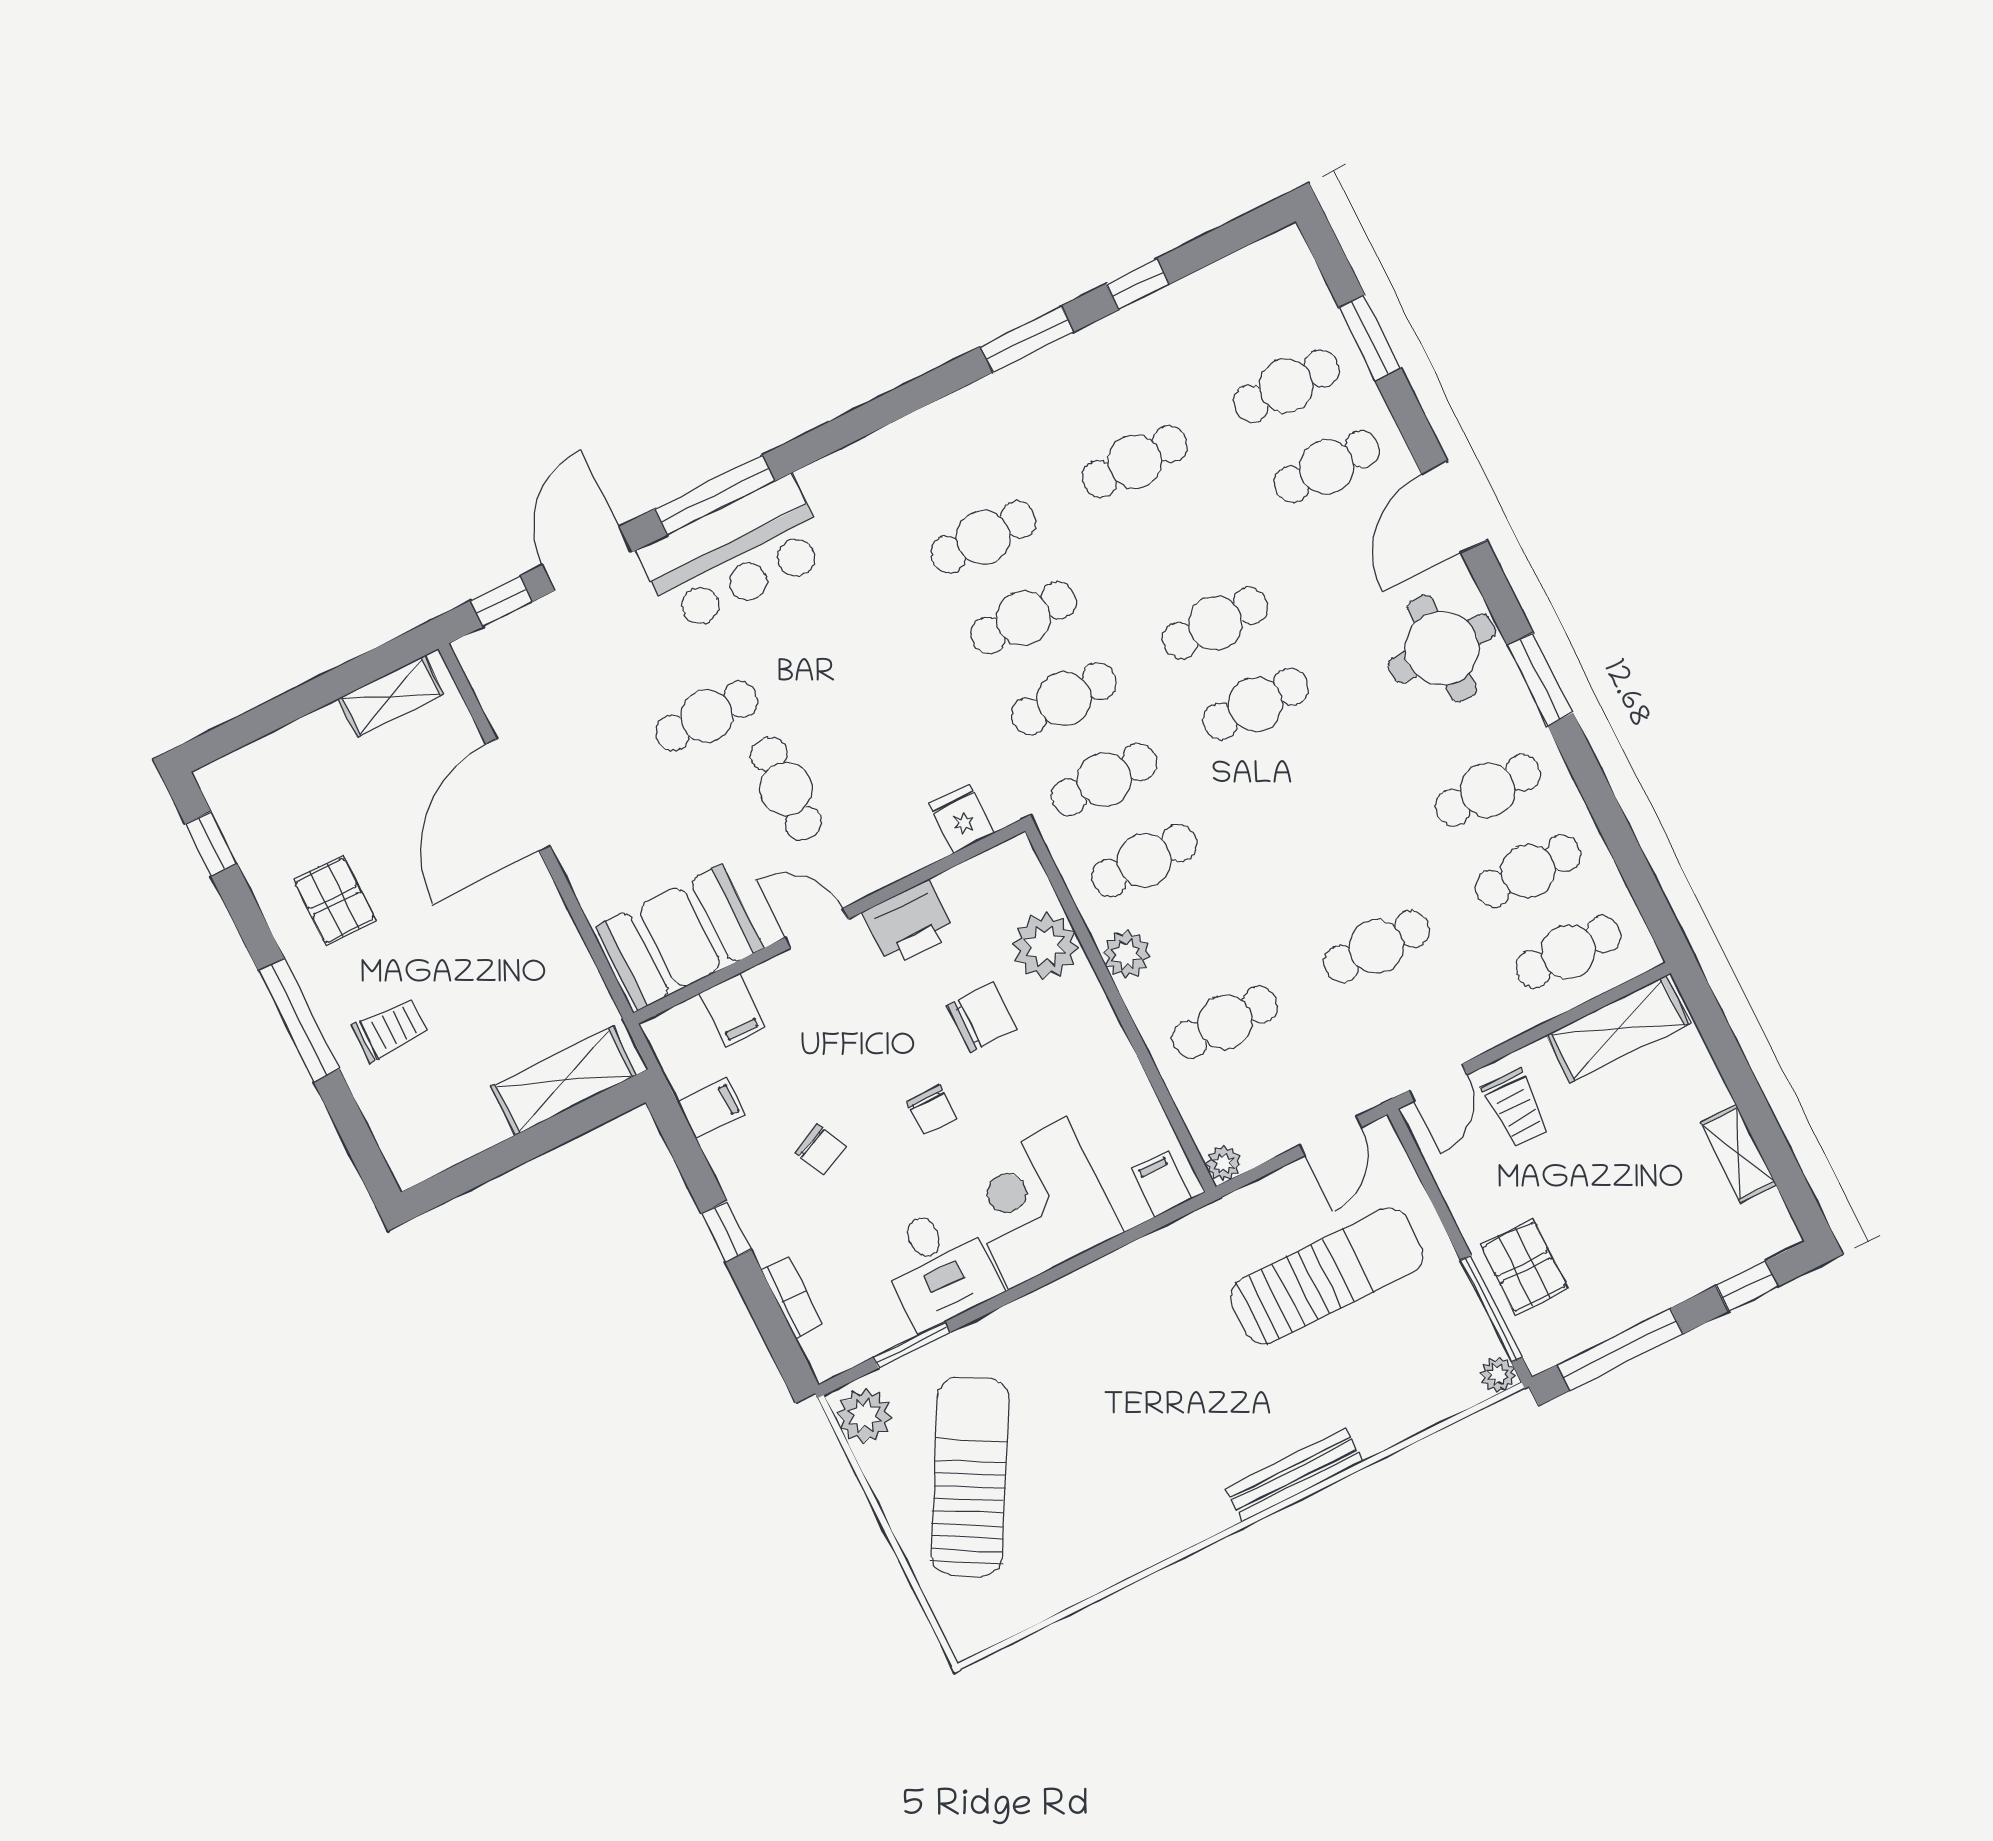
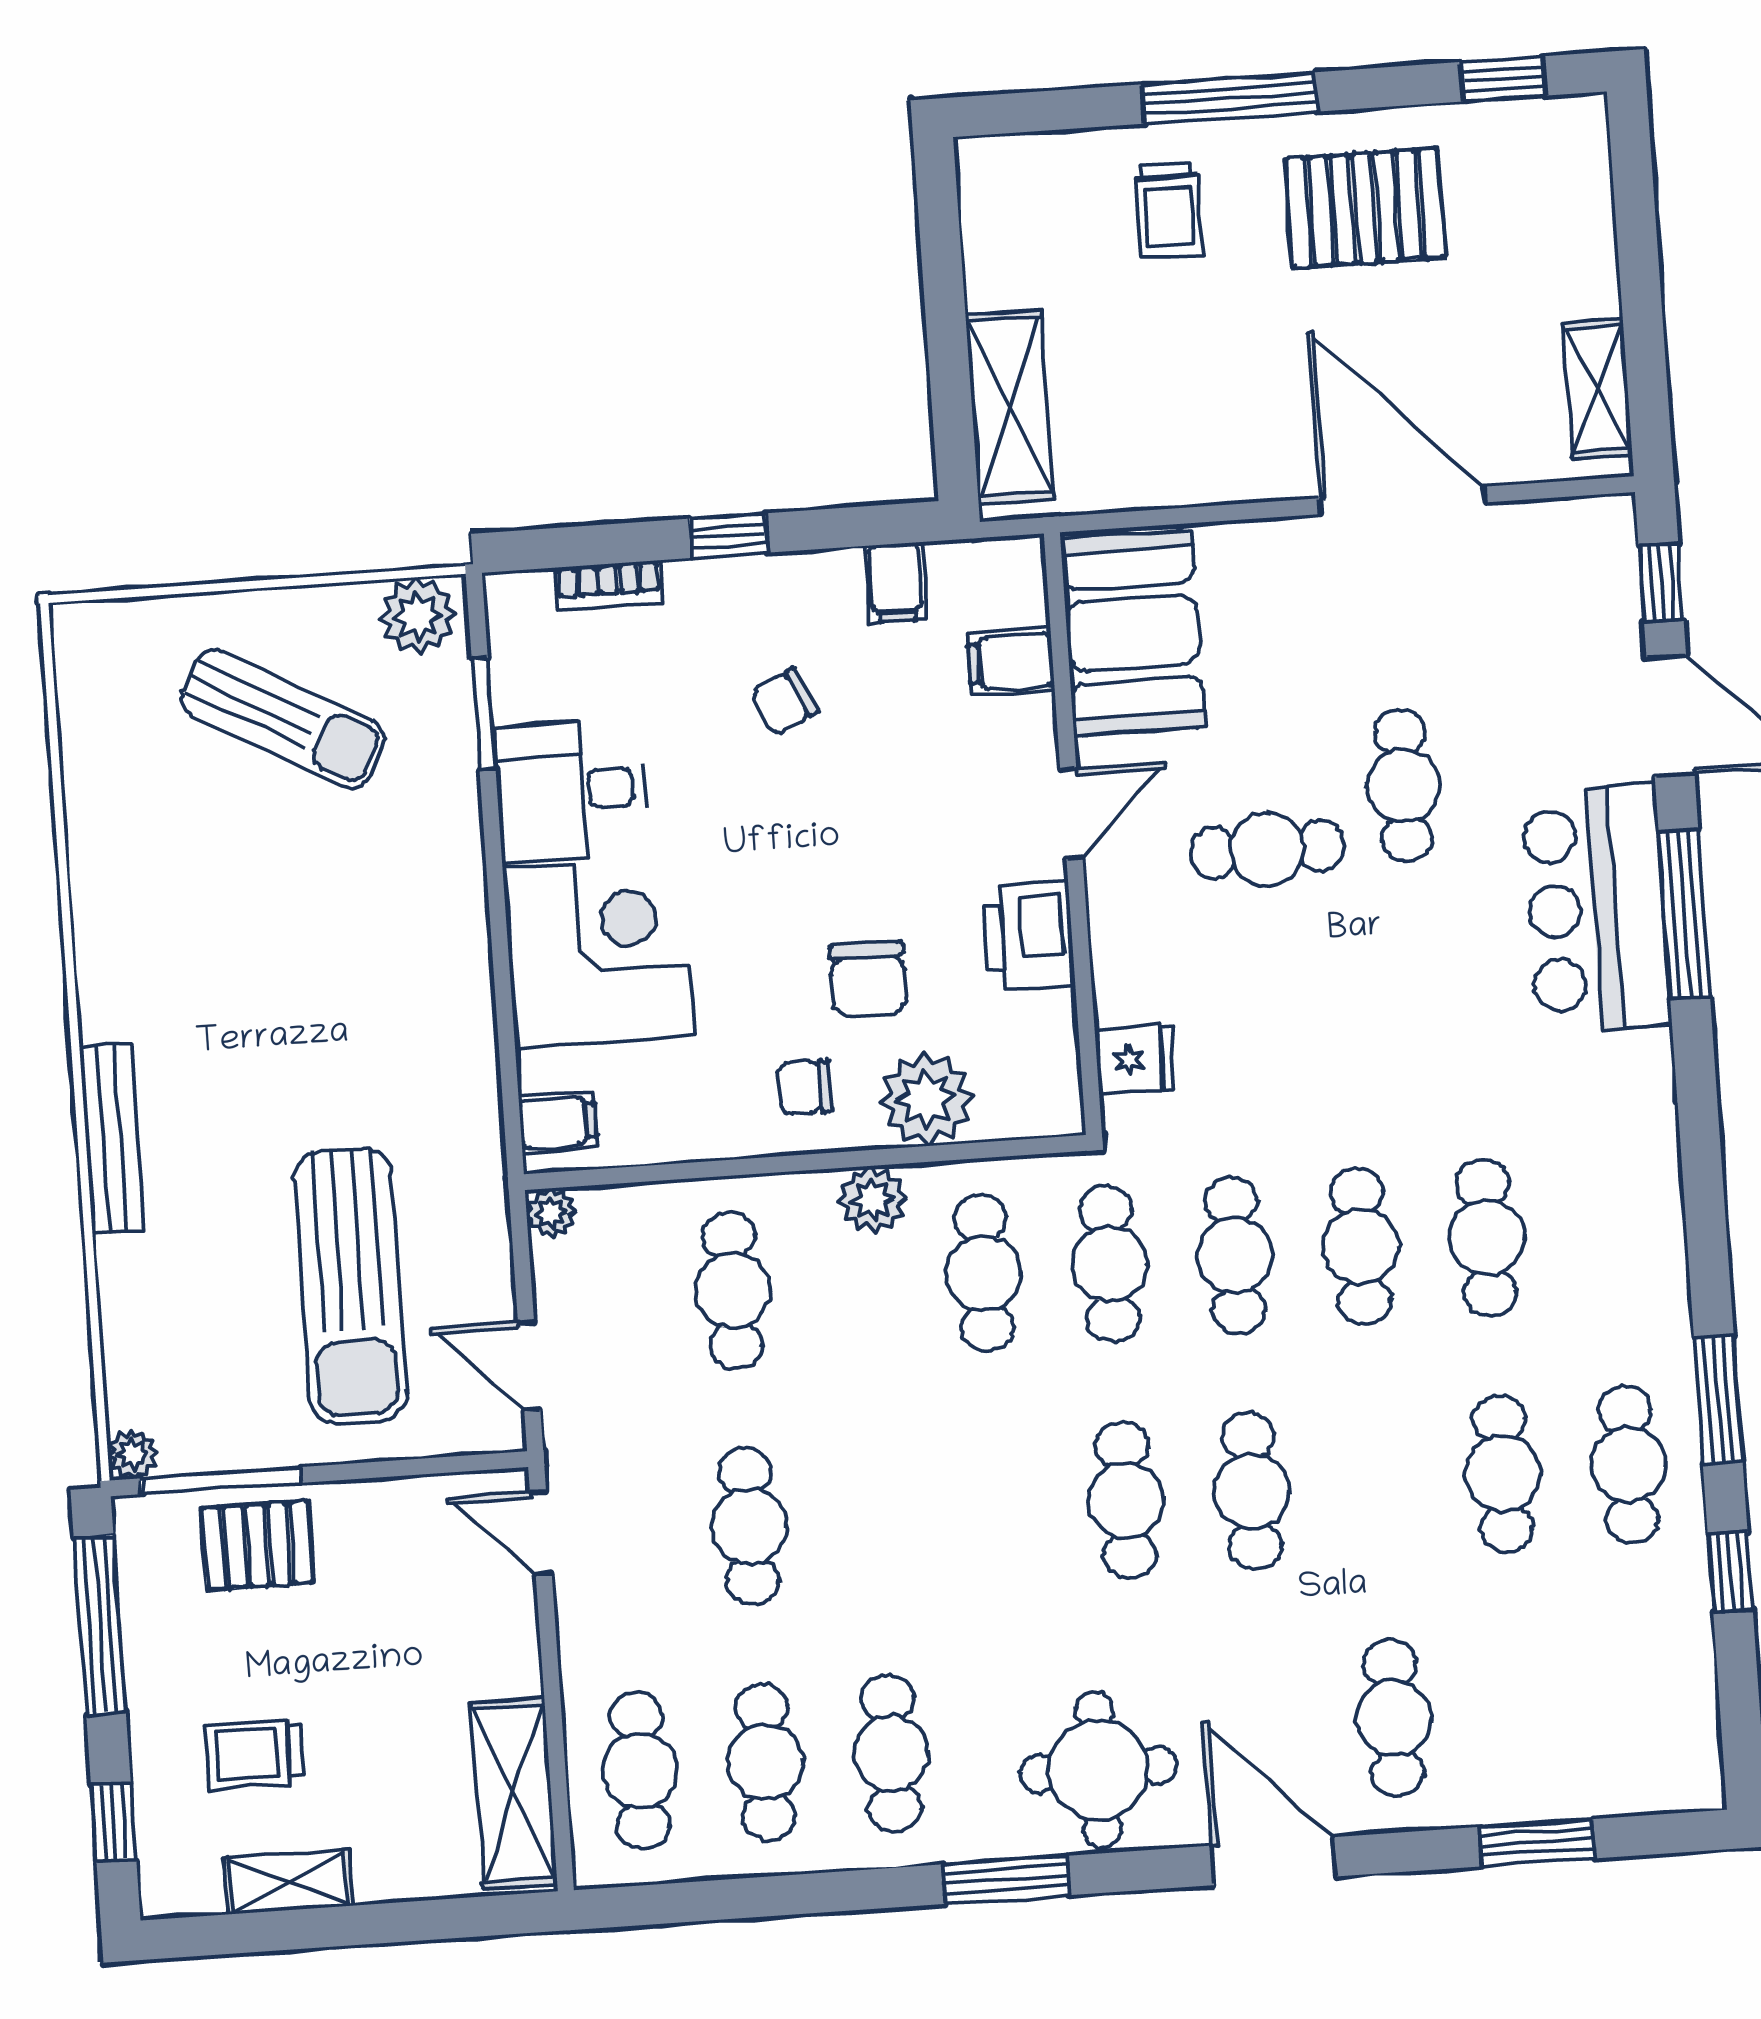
cafe table: (1286, 386) -> (1629, 1465), moved
pallet: (335, 900) -> (1365, 208), width x1.50, depth x1.42
trolley: (1516, 1108) -> (254, 1754), moved
chair: (932, 1110) -> (805, 1087), moved
sun lounger: (970, 1476) -> (283, 719), width x0.73, depth x0.75

